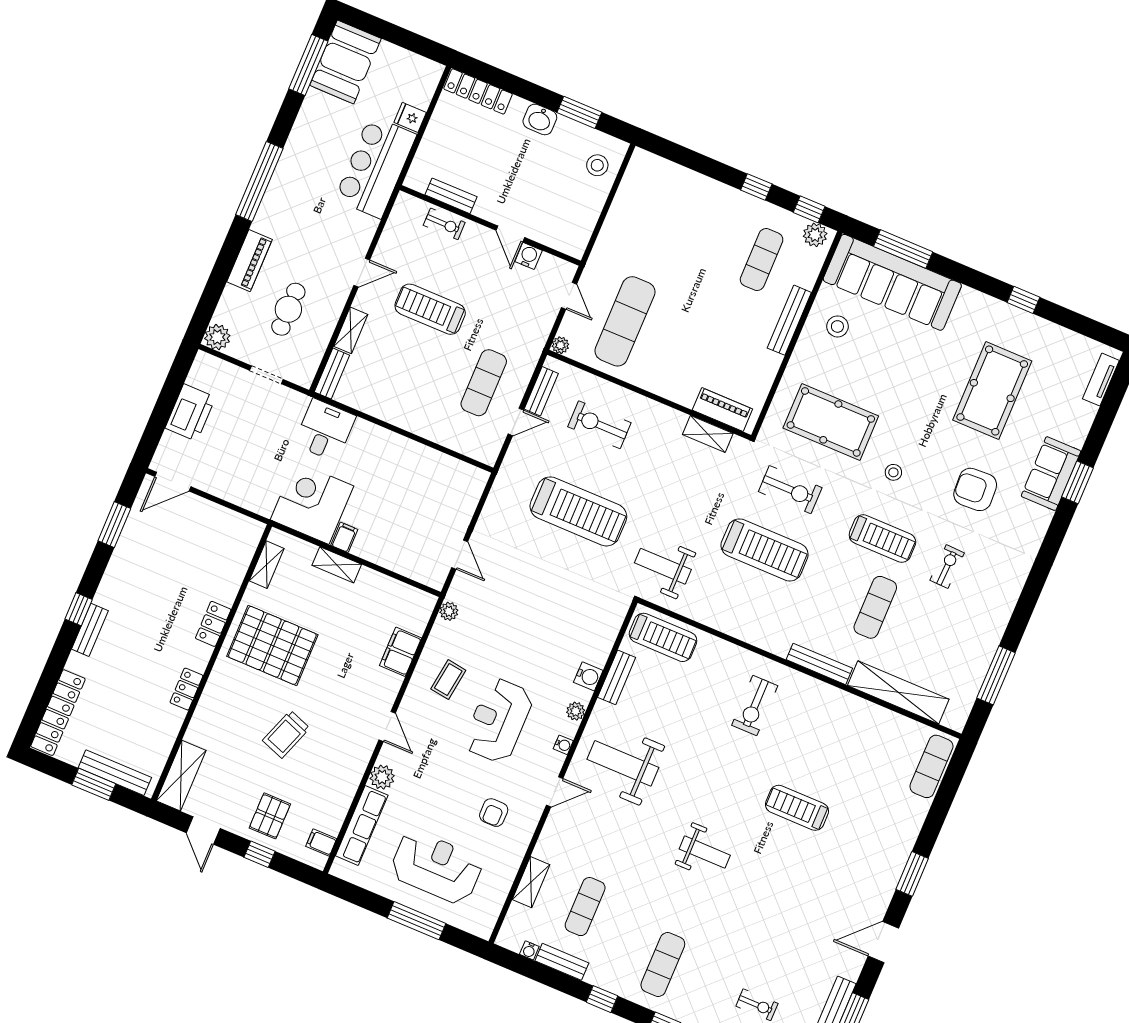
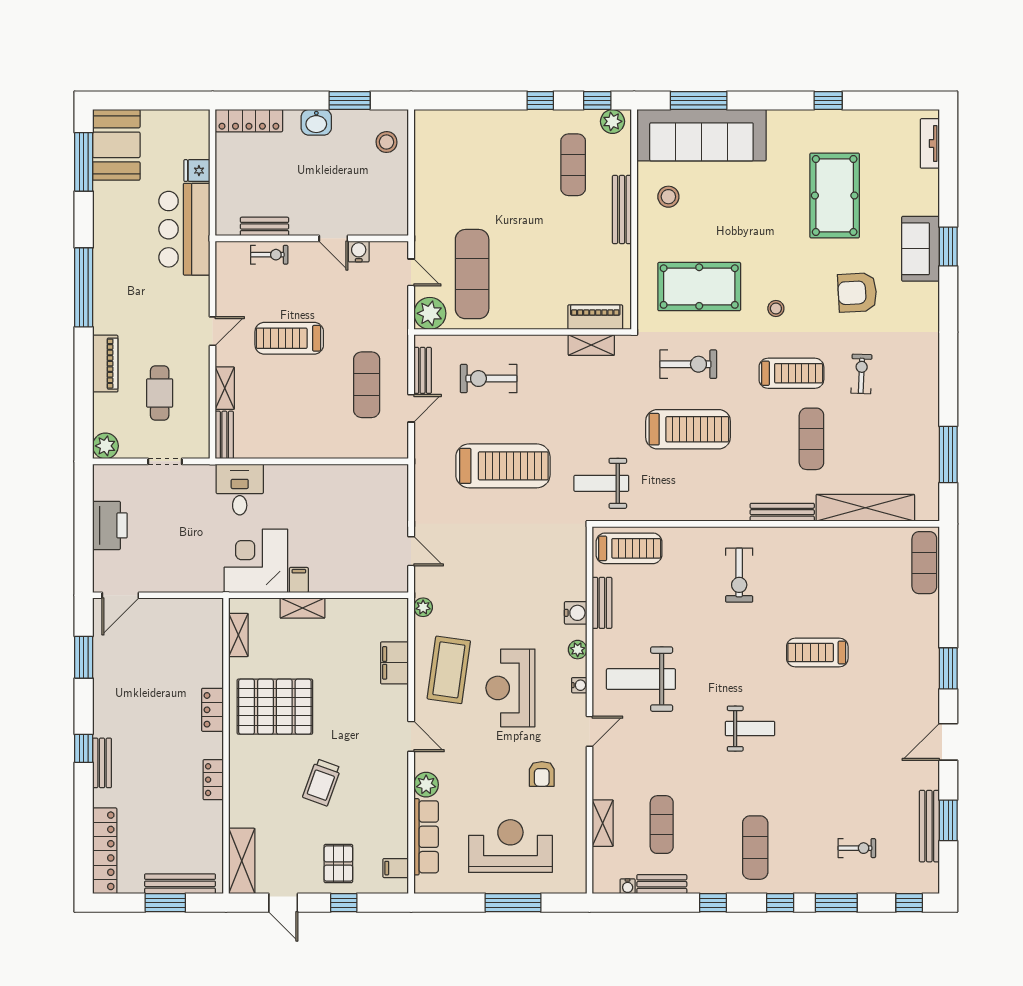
plant: (560, 345) -> (430, 313), width x1.87, depth x1.87
coffee table: (448, 680) -> (449, 670), width x1.86, depth x1.72

